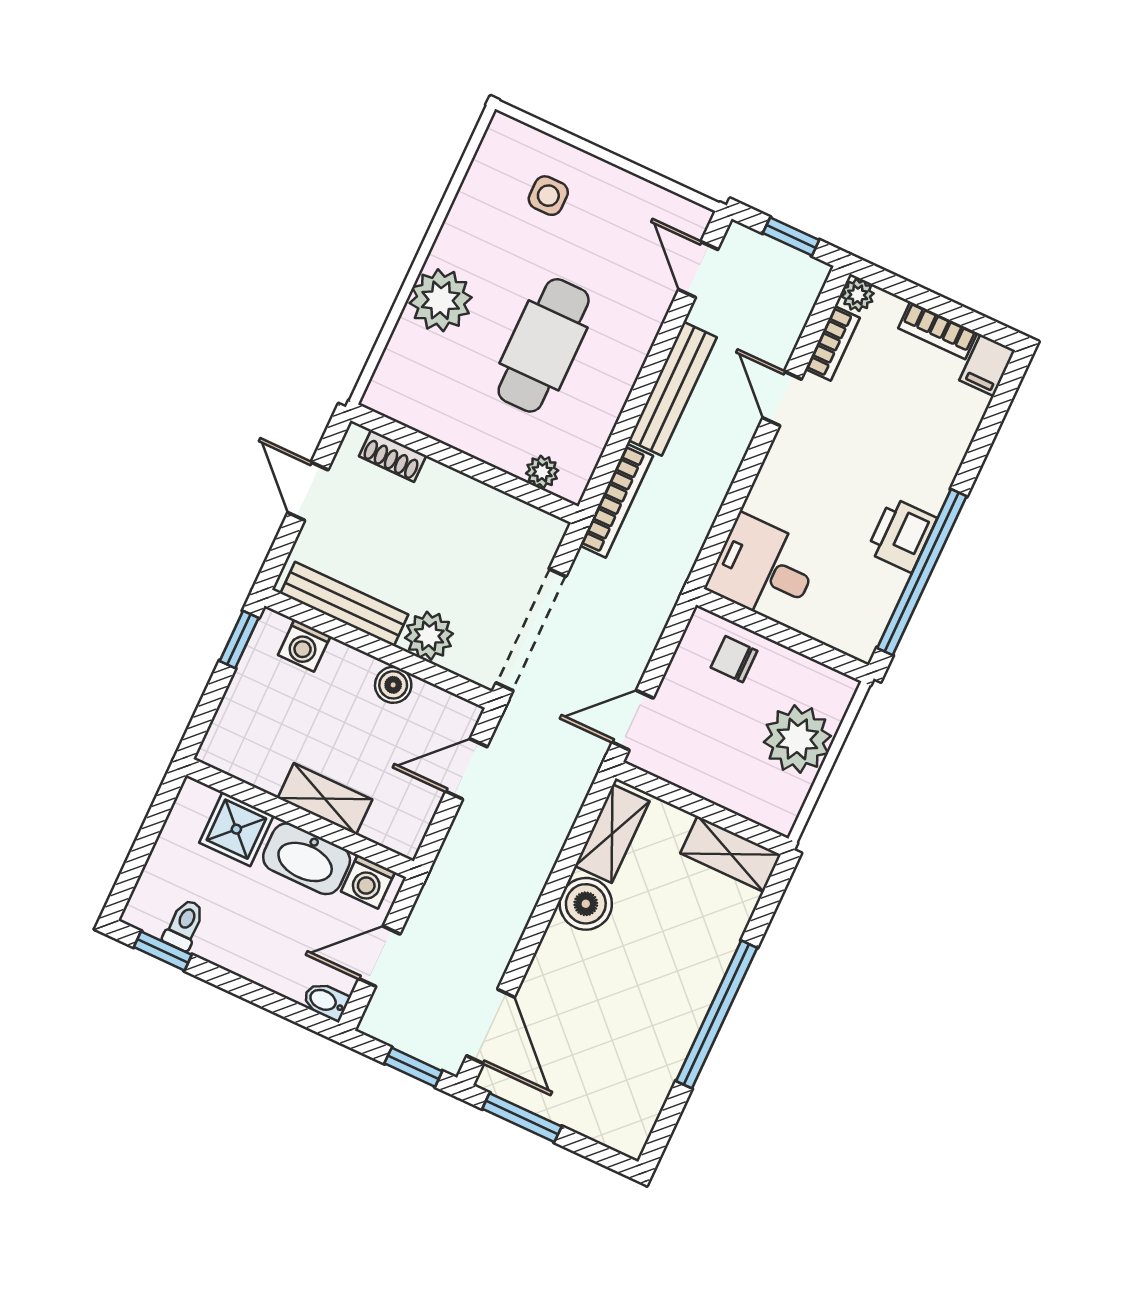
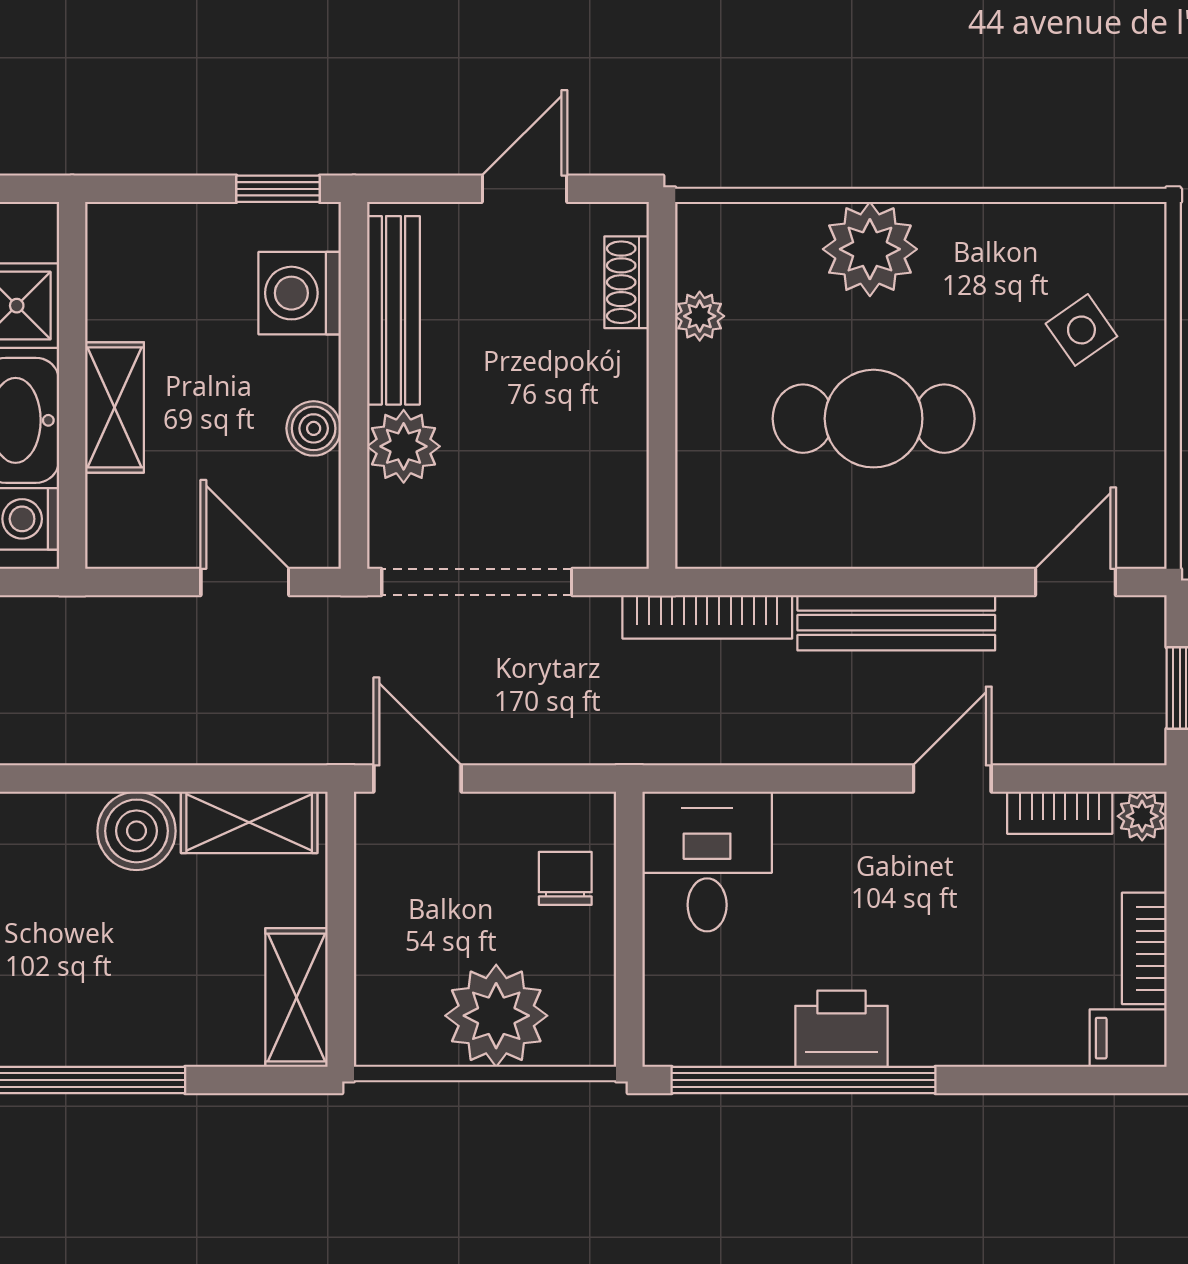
side table: (548, 196) -> (1081, 330), turned -35
plant: (542, 472) -> (700, 316), moved
washing machine: (304, 646) -> (300, 293), width x1.38, depth x1.38

